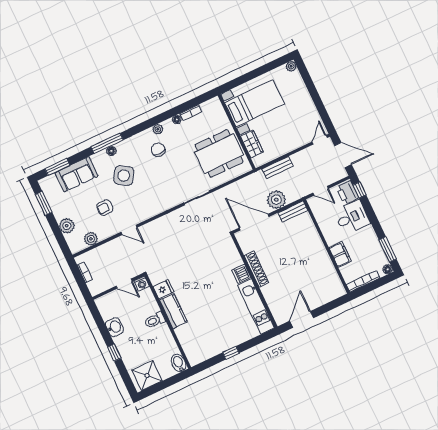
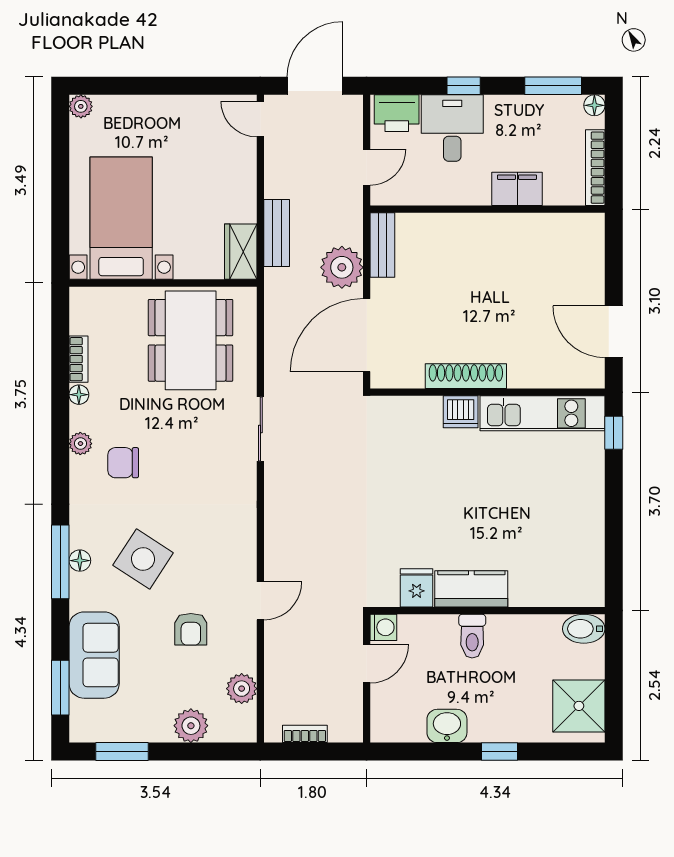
wardrobe: (252, 144) -> (241, 252), moved, turned -90
window: (360, 190) -> (464, 86), moved
window: (231, 353) -> (614, 433), moved

